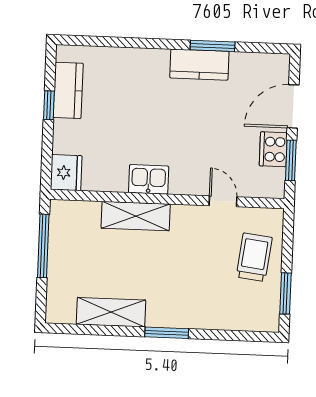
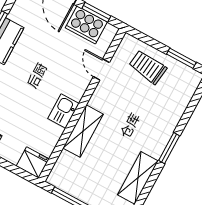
cooker: (273, 149) -> (86, 25), width x1.37, depth x1.31
door: (223, 201) -> (101, 69), hinge flipped

